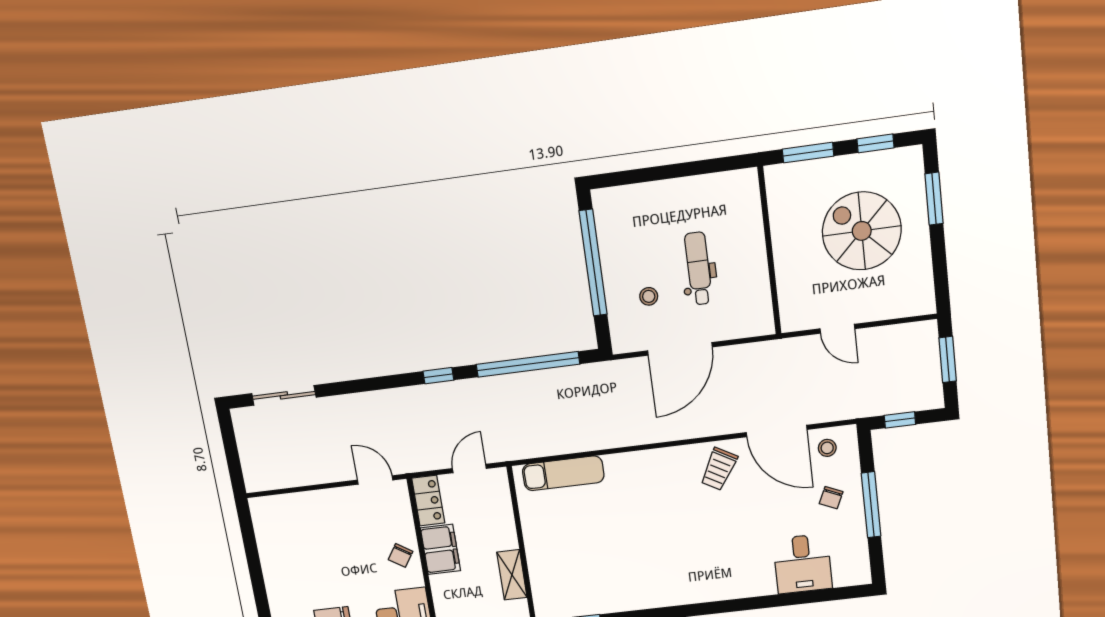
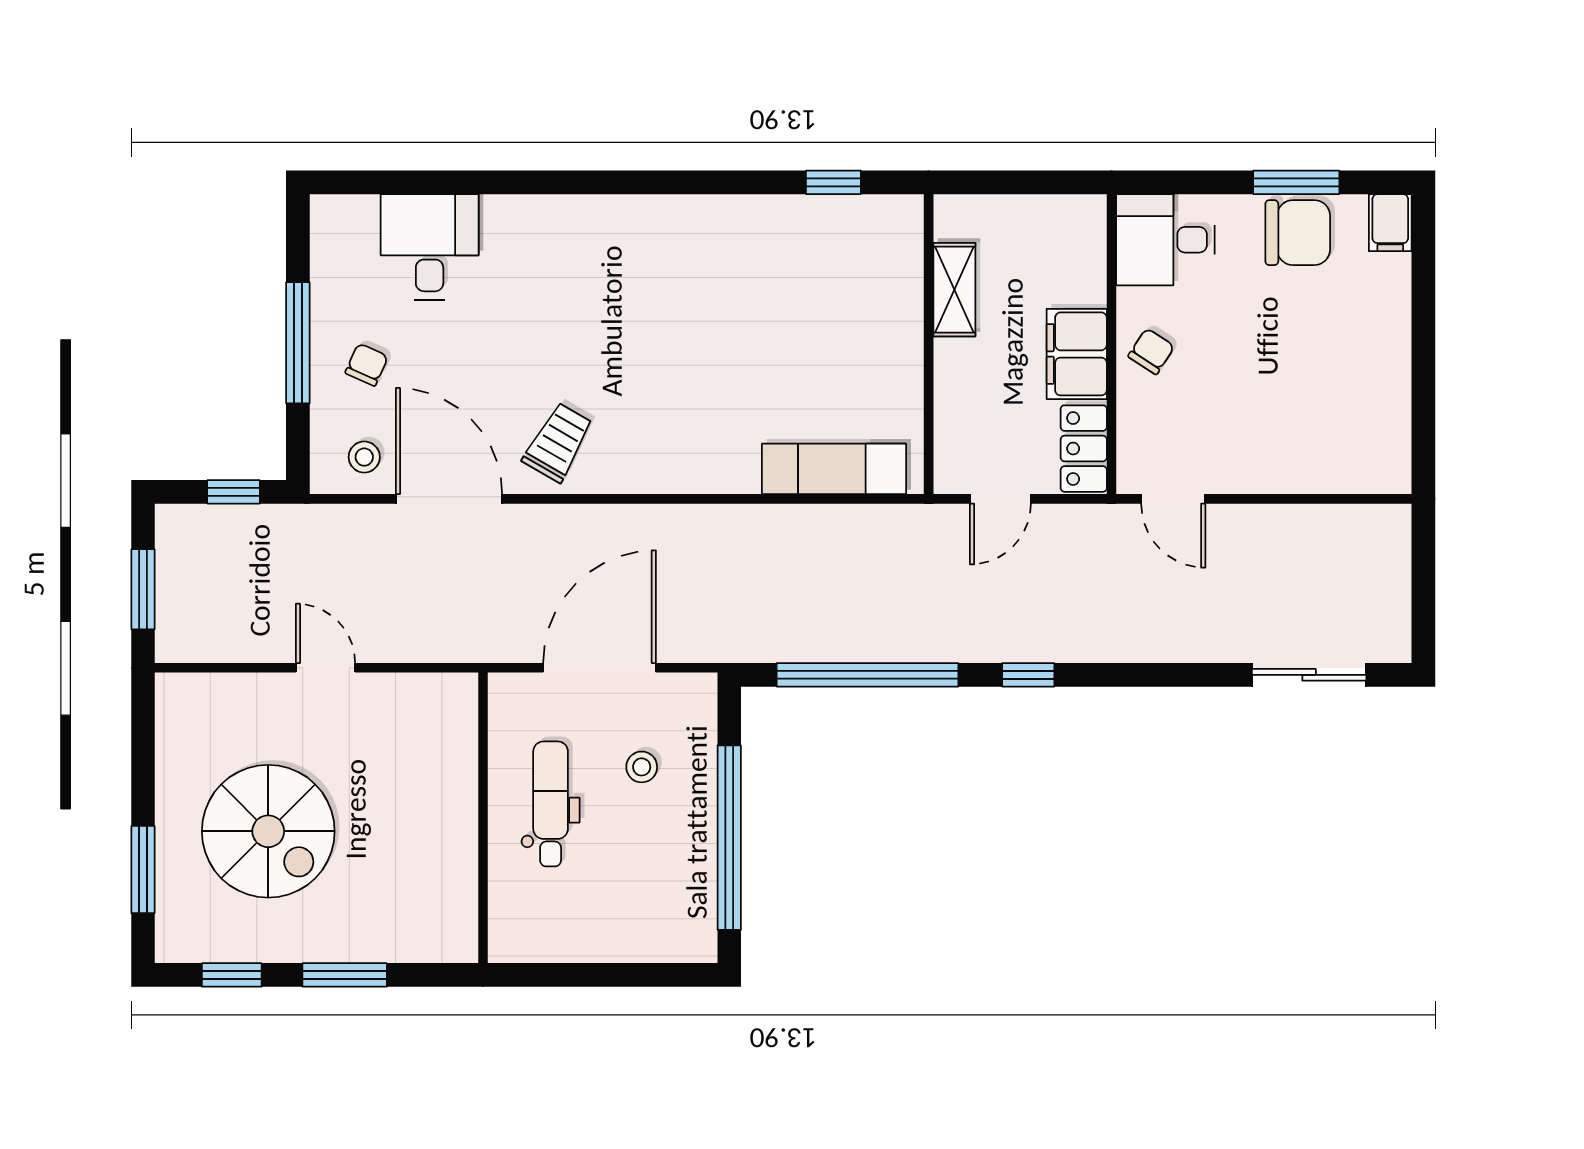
wall: (769, 251) -> (483, 818), moved
dental chair: (698, 268) -> (551, 804), turned 180

